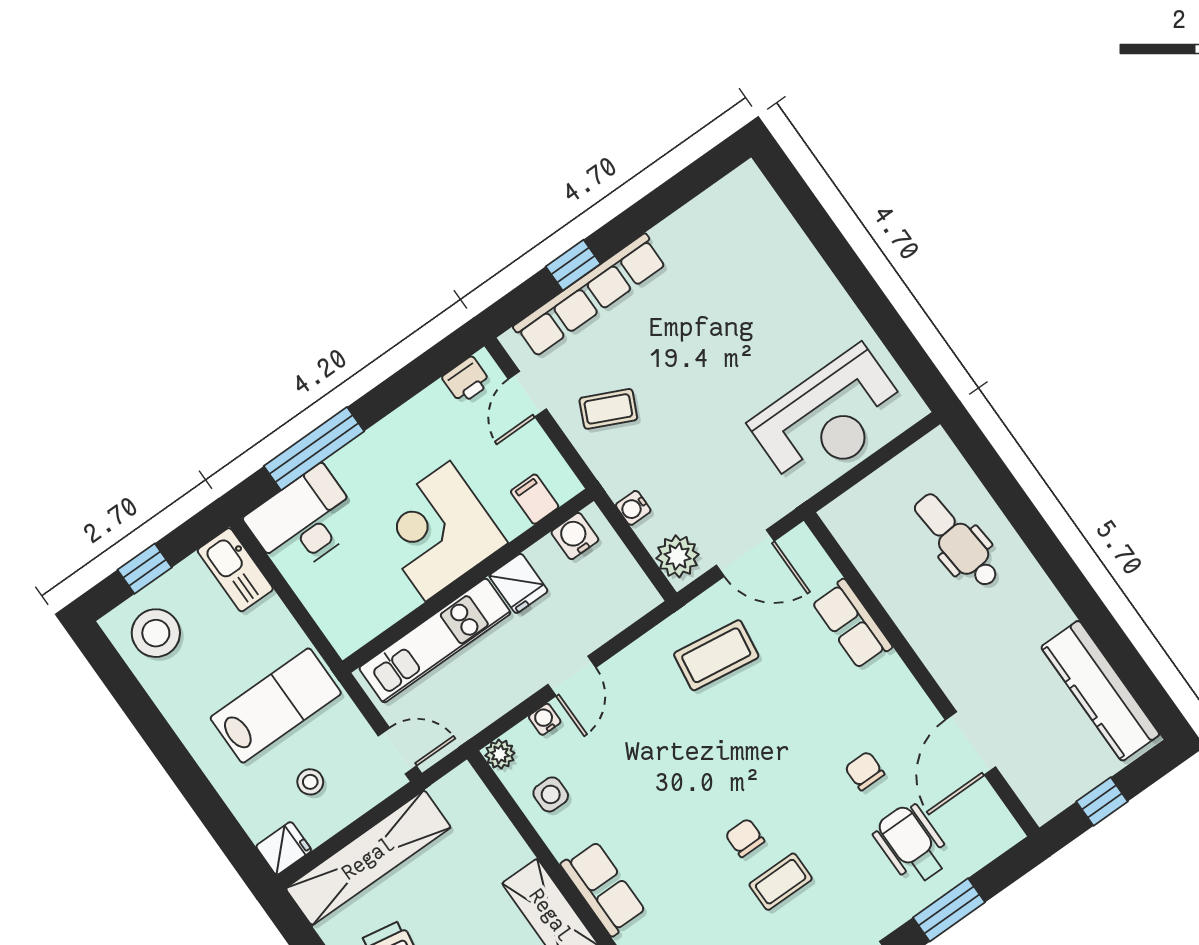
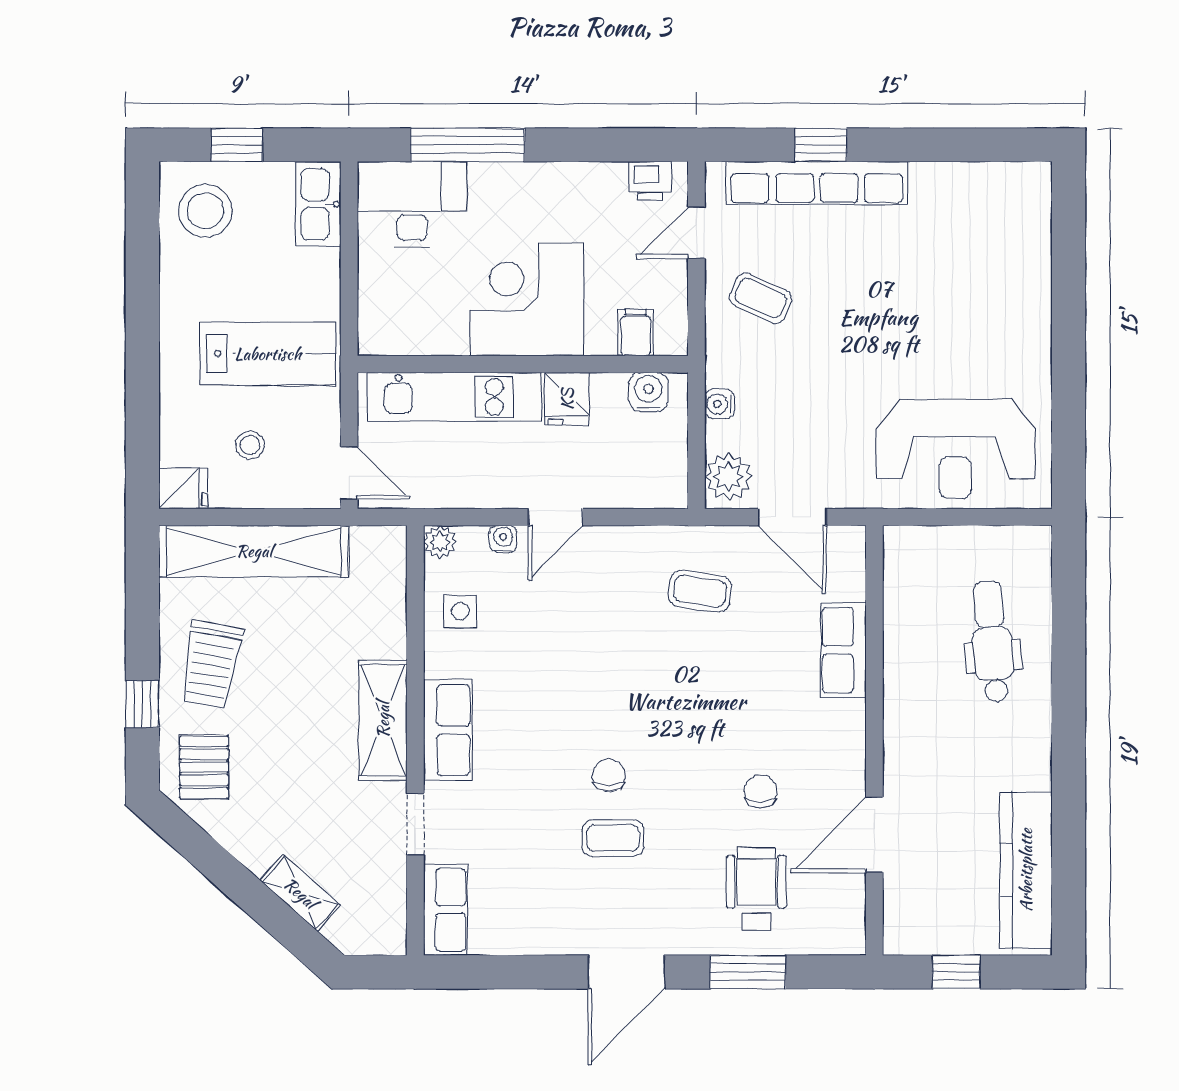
coffee table: (716, 655) -> (700, 591), width x0.73, depth x0.77

